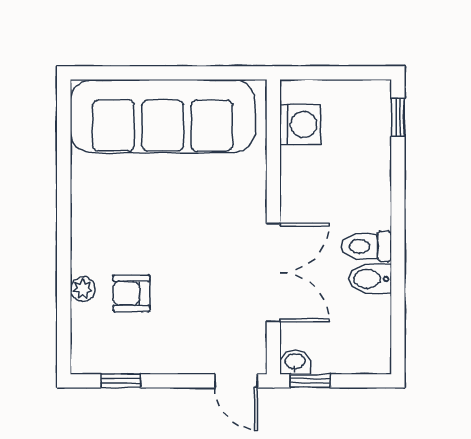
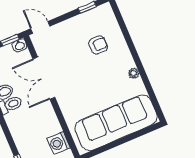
plant: (83, 289) -> (134, 73), moved

